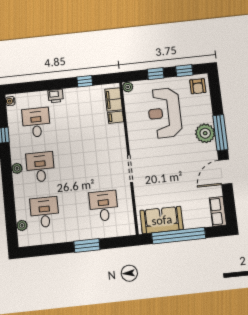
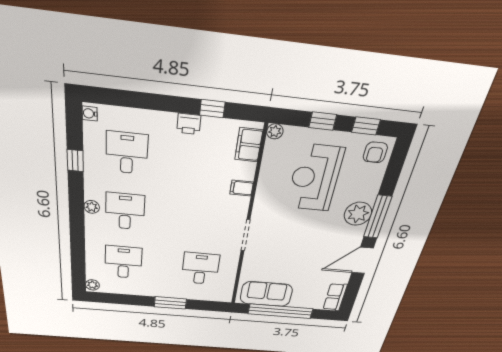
printer: (56, 96) -> (189, 124), moved
filing cabinet: (116, 117) -> (242, 188), moved
plant: (22, 225) -> (92, 285), moved

